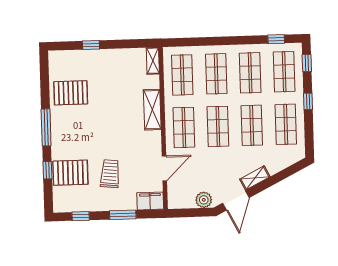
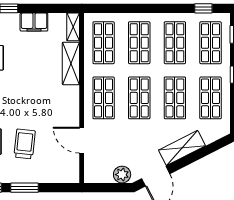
shelving: (152, 110) -> (71, 63), moved
door: (164, 168) -> (82, 140), swing flipped
shelving: (255, 178) -> (182, 148), width x1.50, depth x1.33
filing cabinet: (150, 201) -> (34, 22), moved, turned 180
window: (123, 215) -> (24, 188), moved

